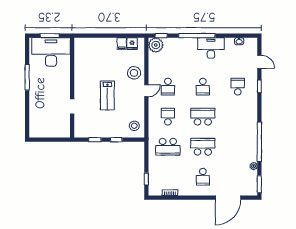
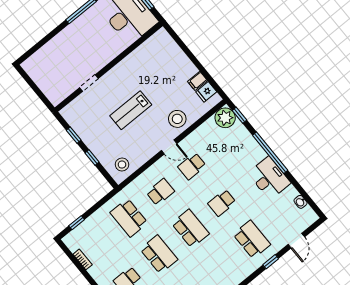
school desk: (238, 87) -> (252, 239), width x1.85

